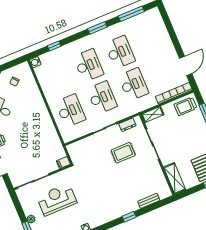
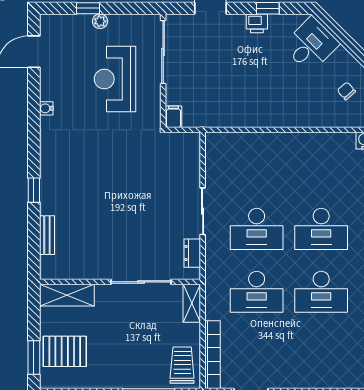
desk: (71, 111) -> (257, 166), removed
rug: (123, 153) -> (147, 226), removed
reception desk: (57, 200) -> (115, 79), turned 180

